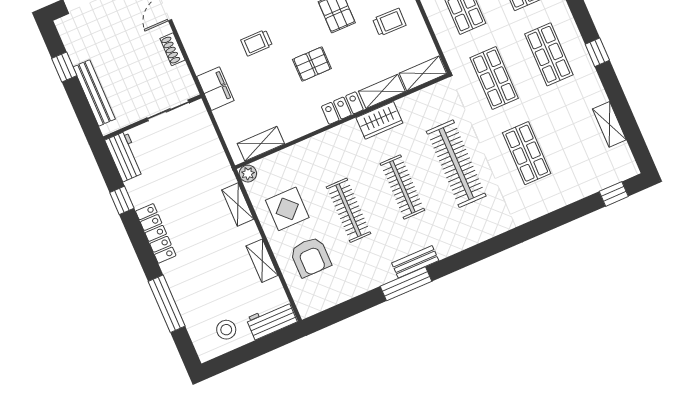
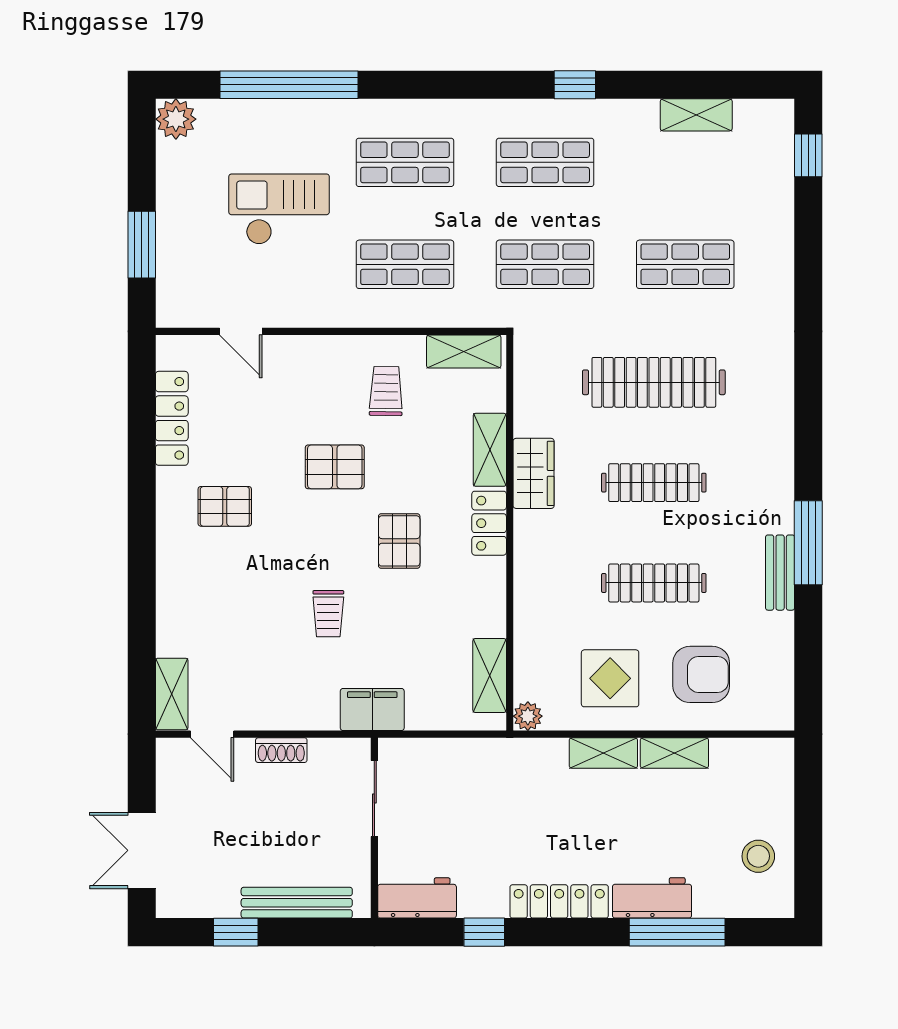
shelving: (423, 74) -> (464, 352), moved, turned 90
shelving: (238, 204) -> (603, 753), moved
bench: (415, 262) -> (780, 573), moved
workbench: (272, 320) -> (652, 898), moved, turned 90

